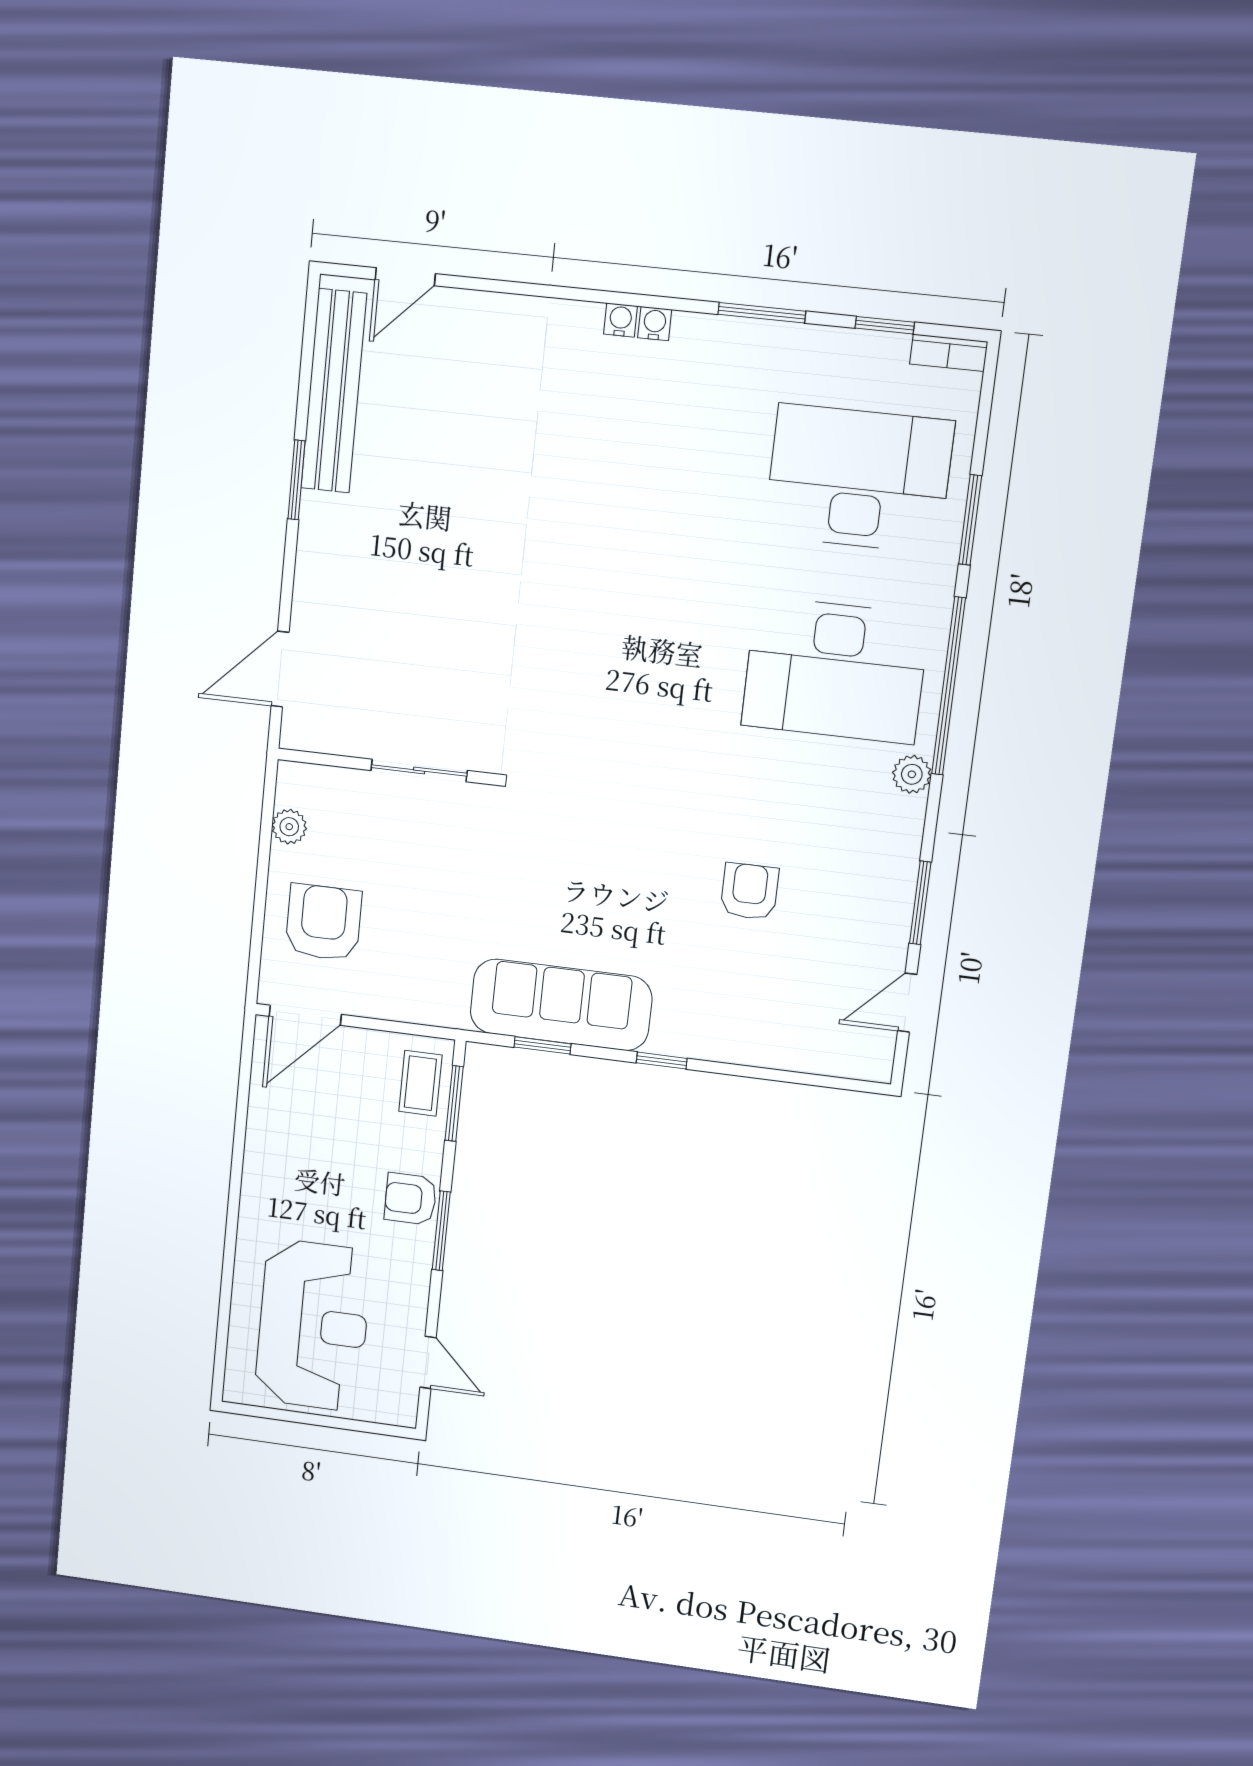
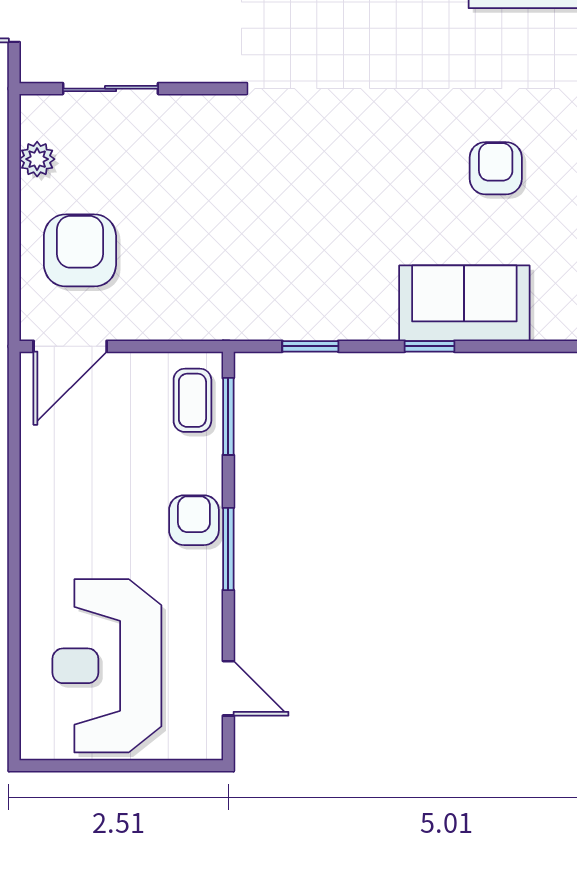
sliding door: (419, 770) -> (111, 89), moved
sofa: (561, 1005) -> (464, 303), moved, width x0.73
armchair: (410, 1199) -> (194, 520), turned 90
reception desk: (313, 1325) -> (107, 666), turned 180

